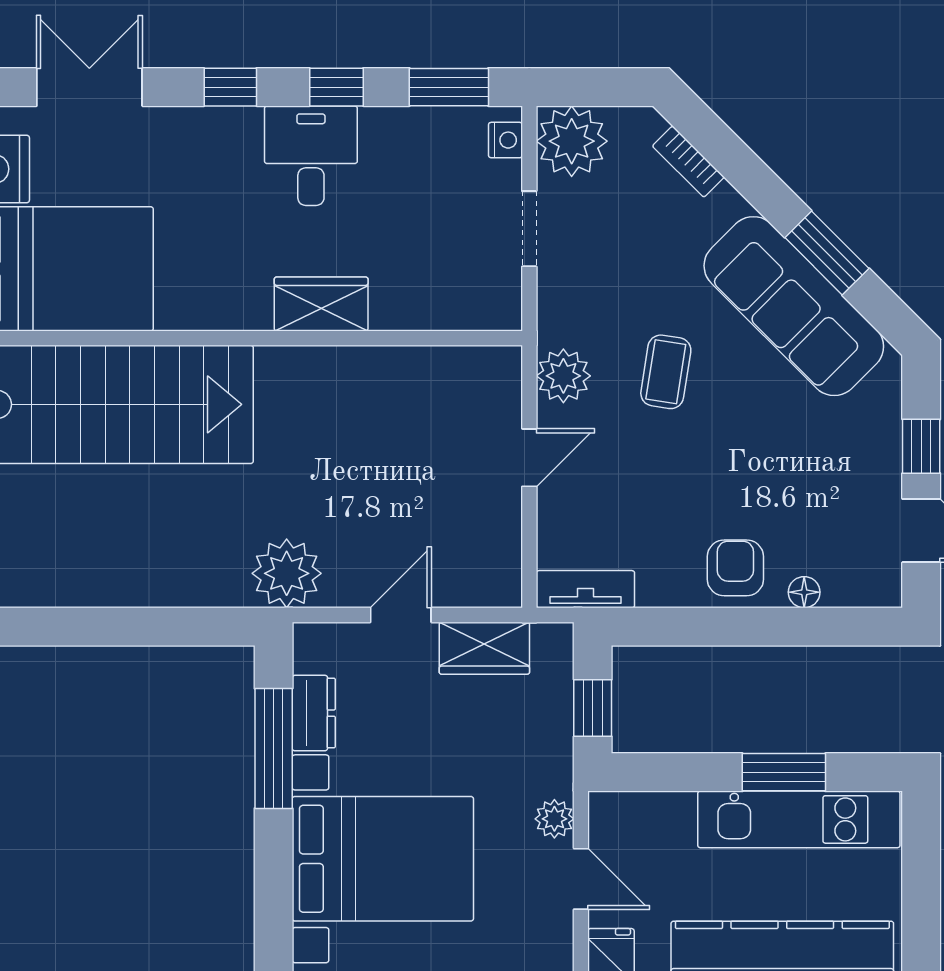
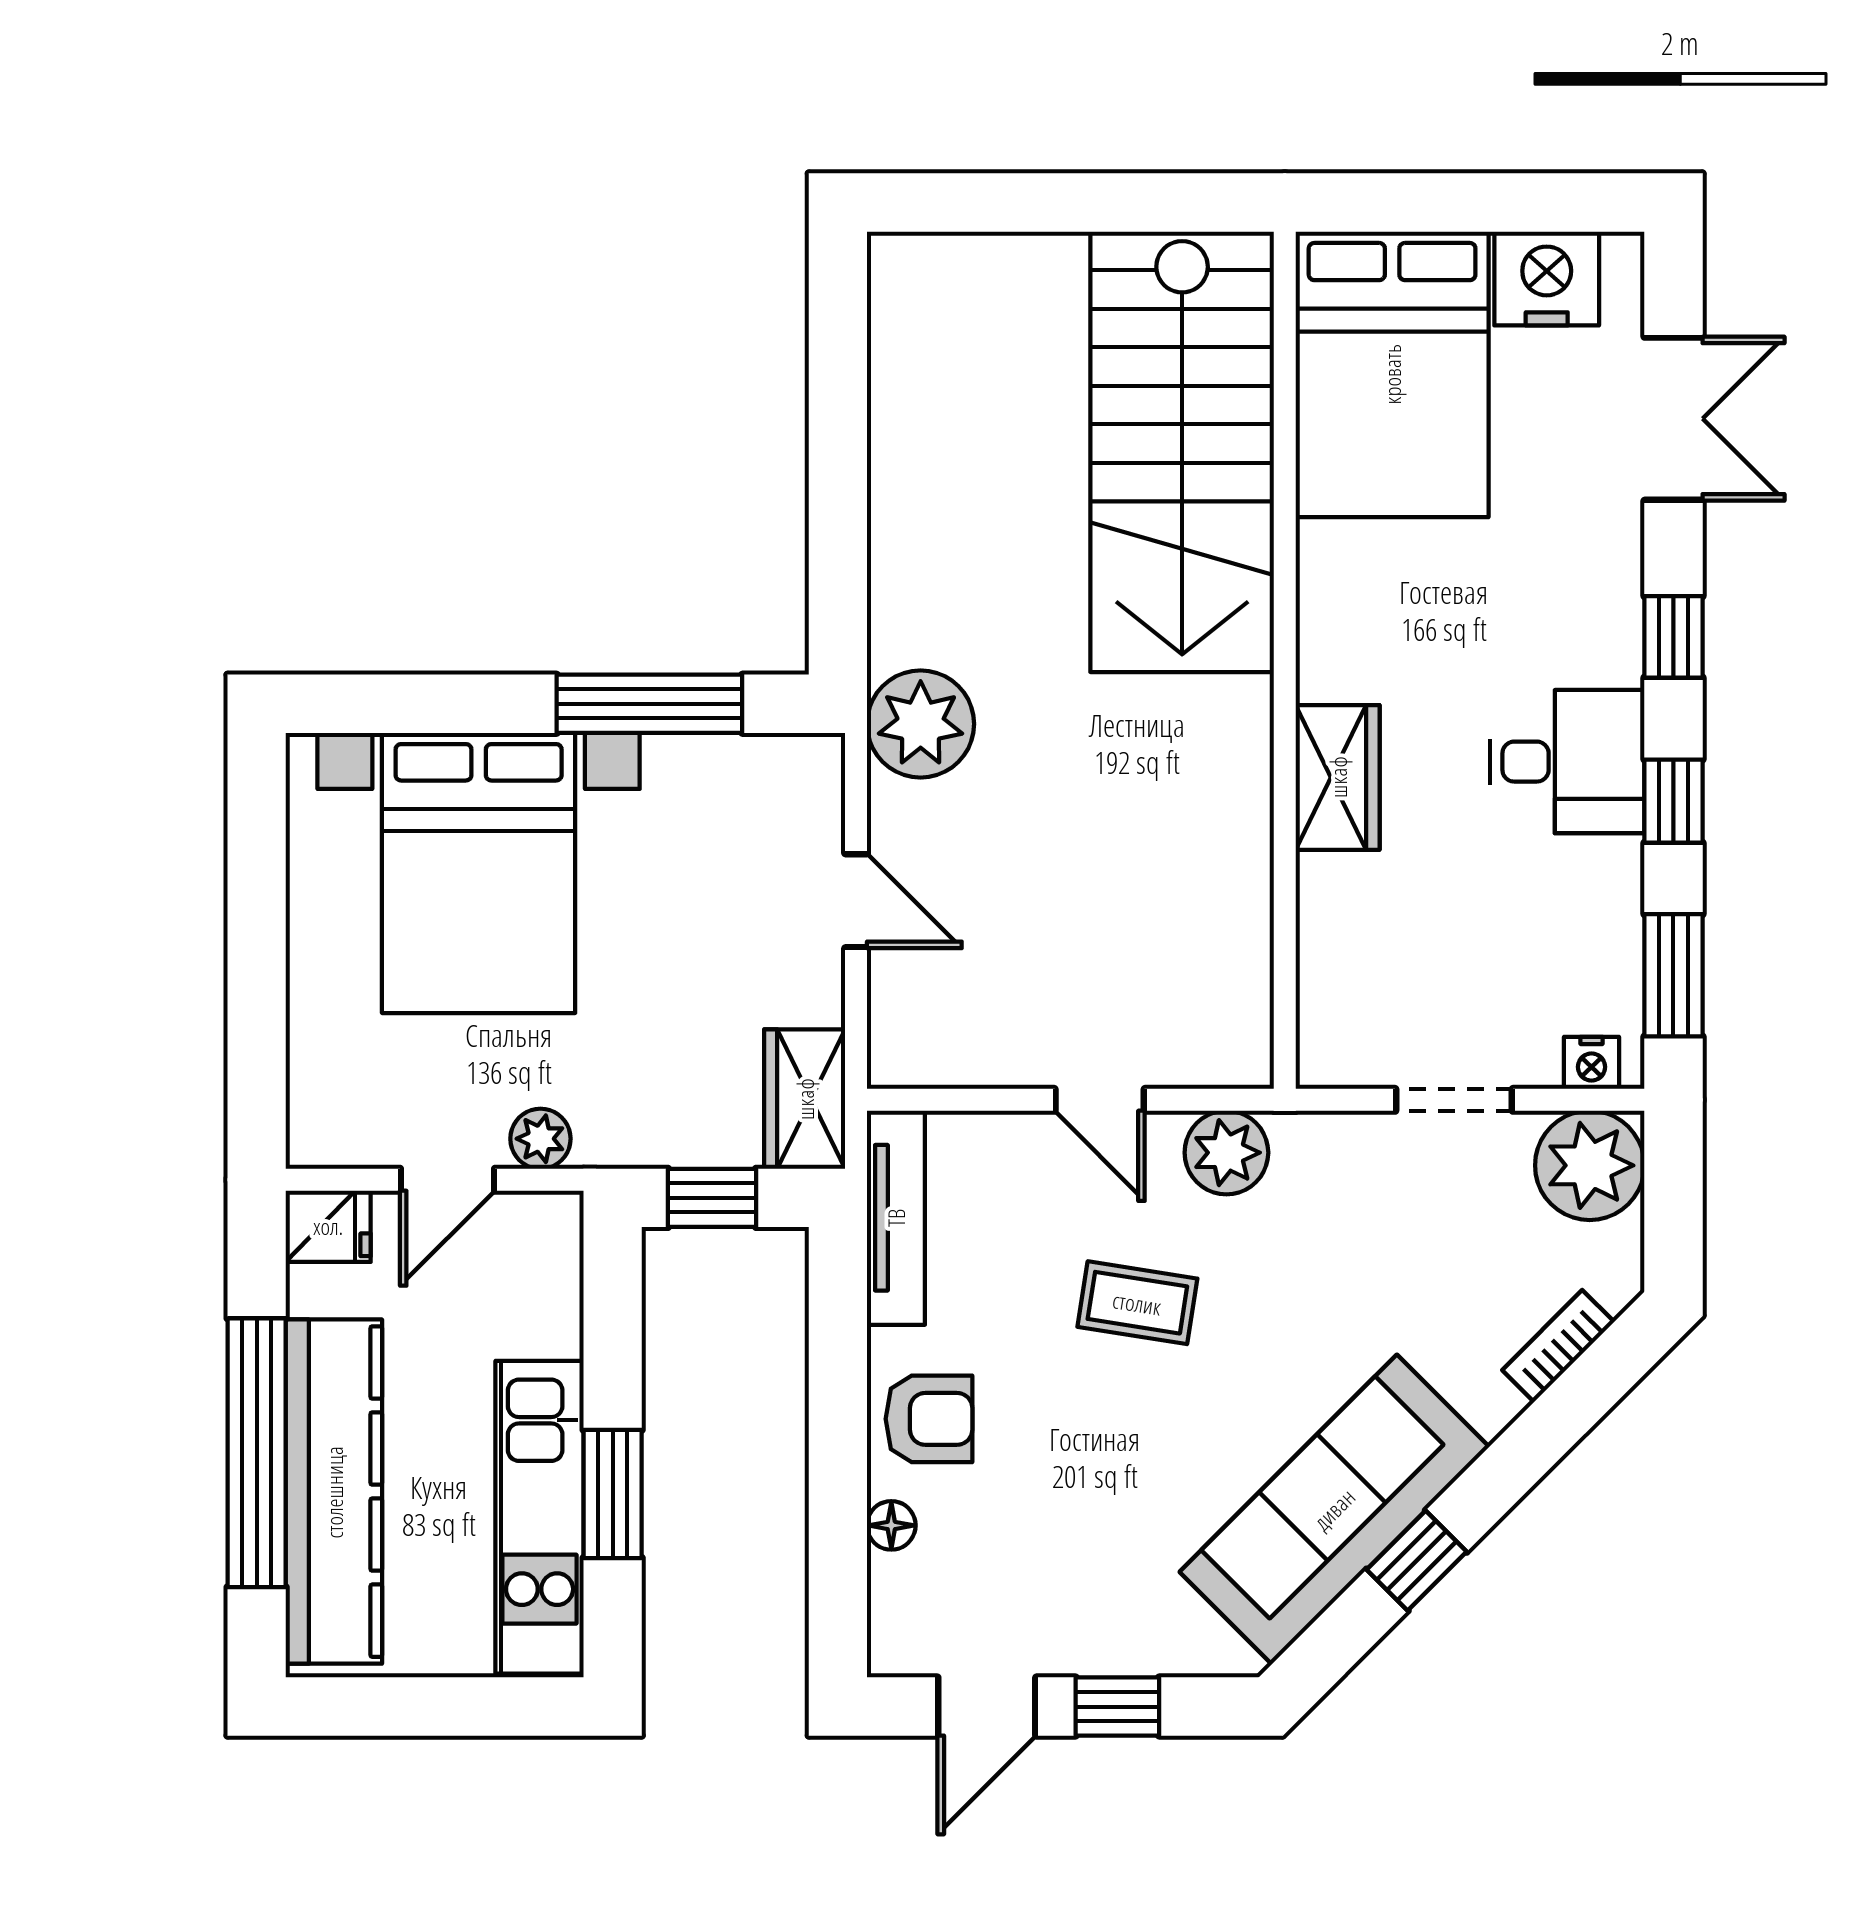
window: (827, 253) -> (1417, 1561), width x0.67
coffee table: (666, 372) -> (1137, 1303), moved
tv unit: (585, 589) -> (896, 1218), width x1.41
wardrobe: (484, 648) -> (805, 1099), moved
dresser: (314, 713) -> (704, 766), removed

